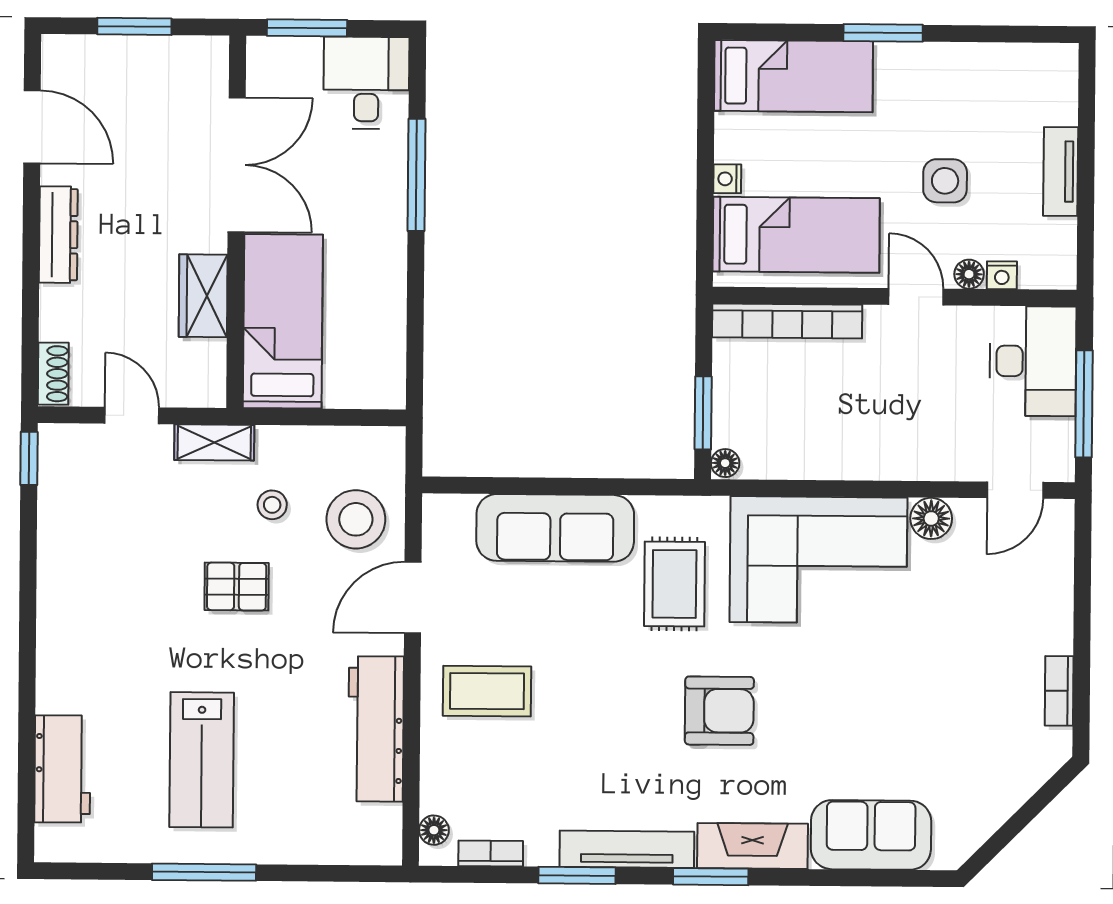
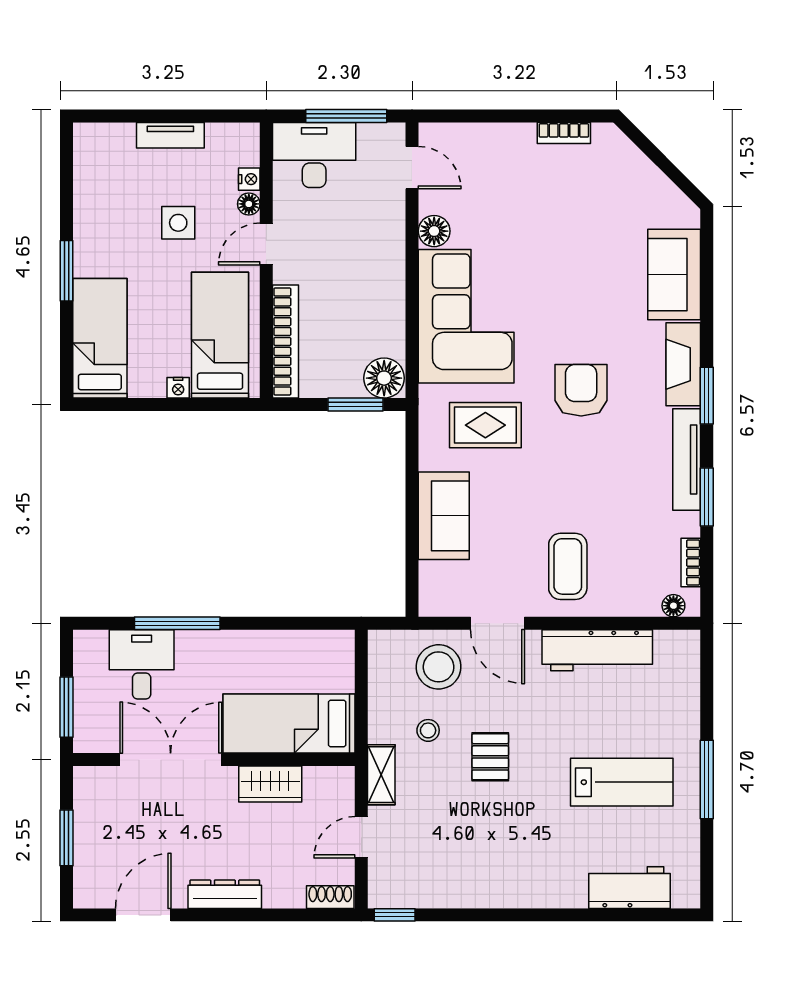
desk: (366, 83) -> (142, 664), moved, turned 90
floor lamp: (725, 463) -> (384, 378), width x1.89, depth x1.89
sofa: (555, 528) -> (444, 516), width x0.73

